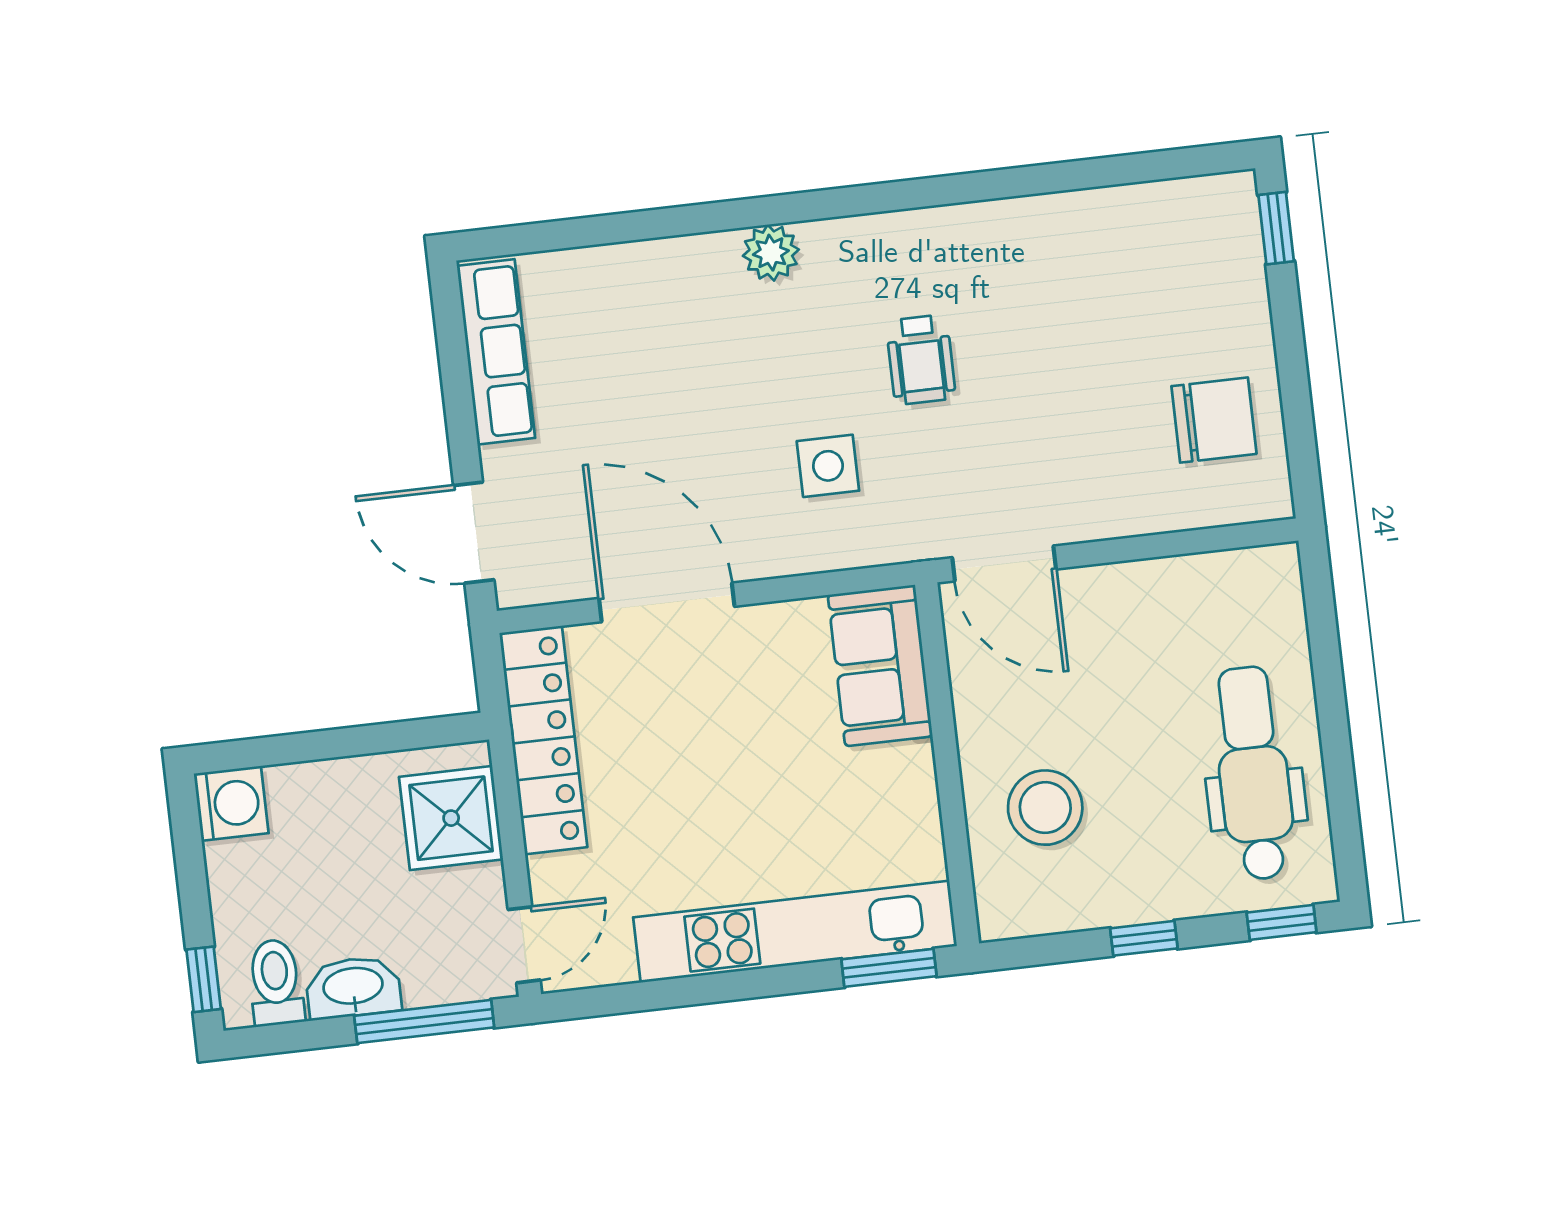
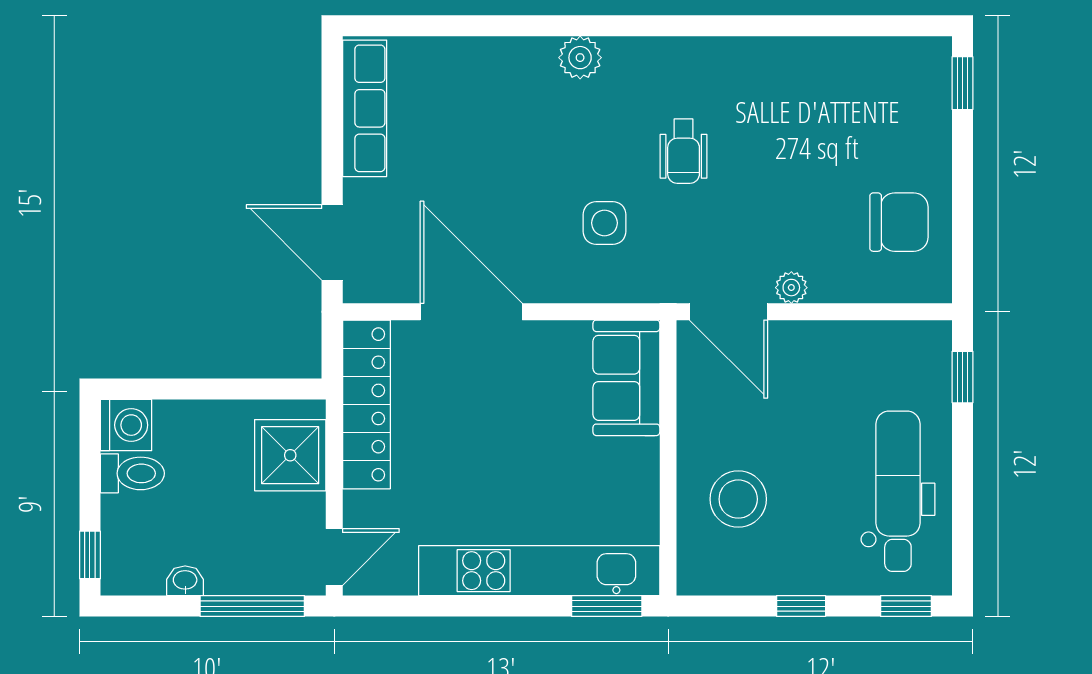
plant: (1083, 522) -> (791, 288), added
window: (1321, 614) -> (962, 377), added
toilet: (276, 982) -> (132, 473), moved, turned 90
washbasin: (353, 987) -> (185, 581), width x0.52, depth x0.69

